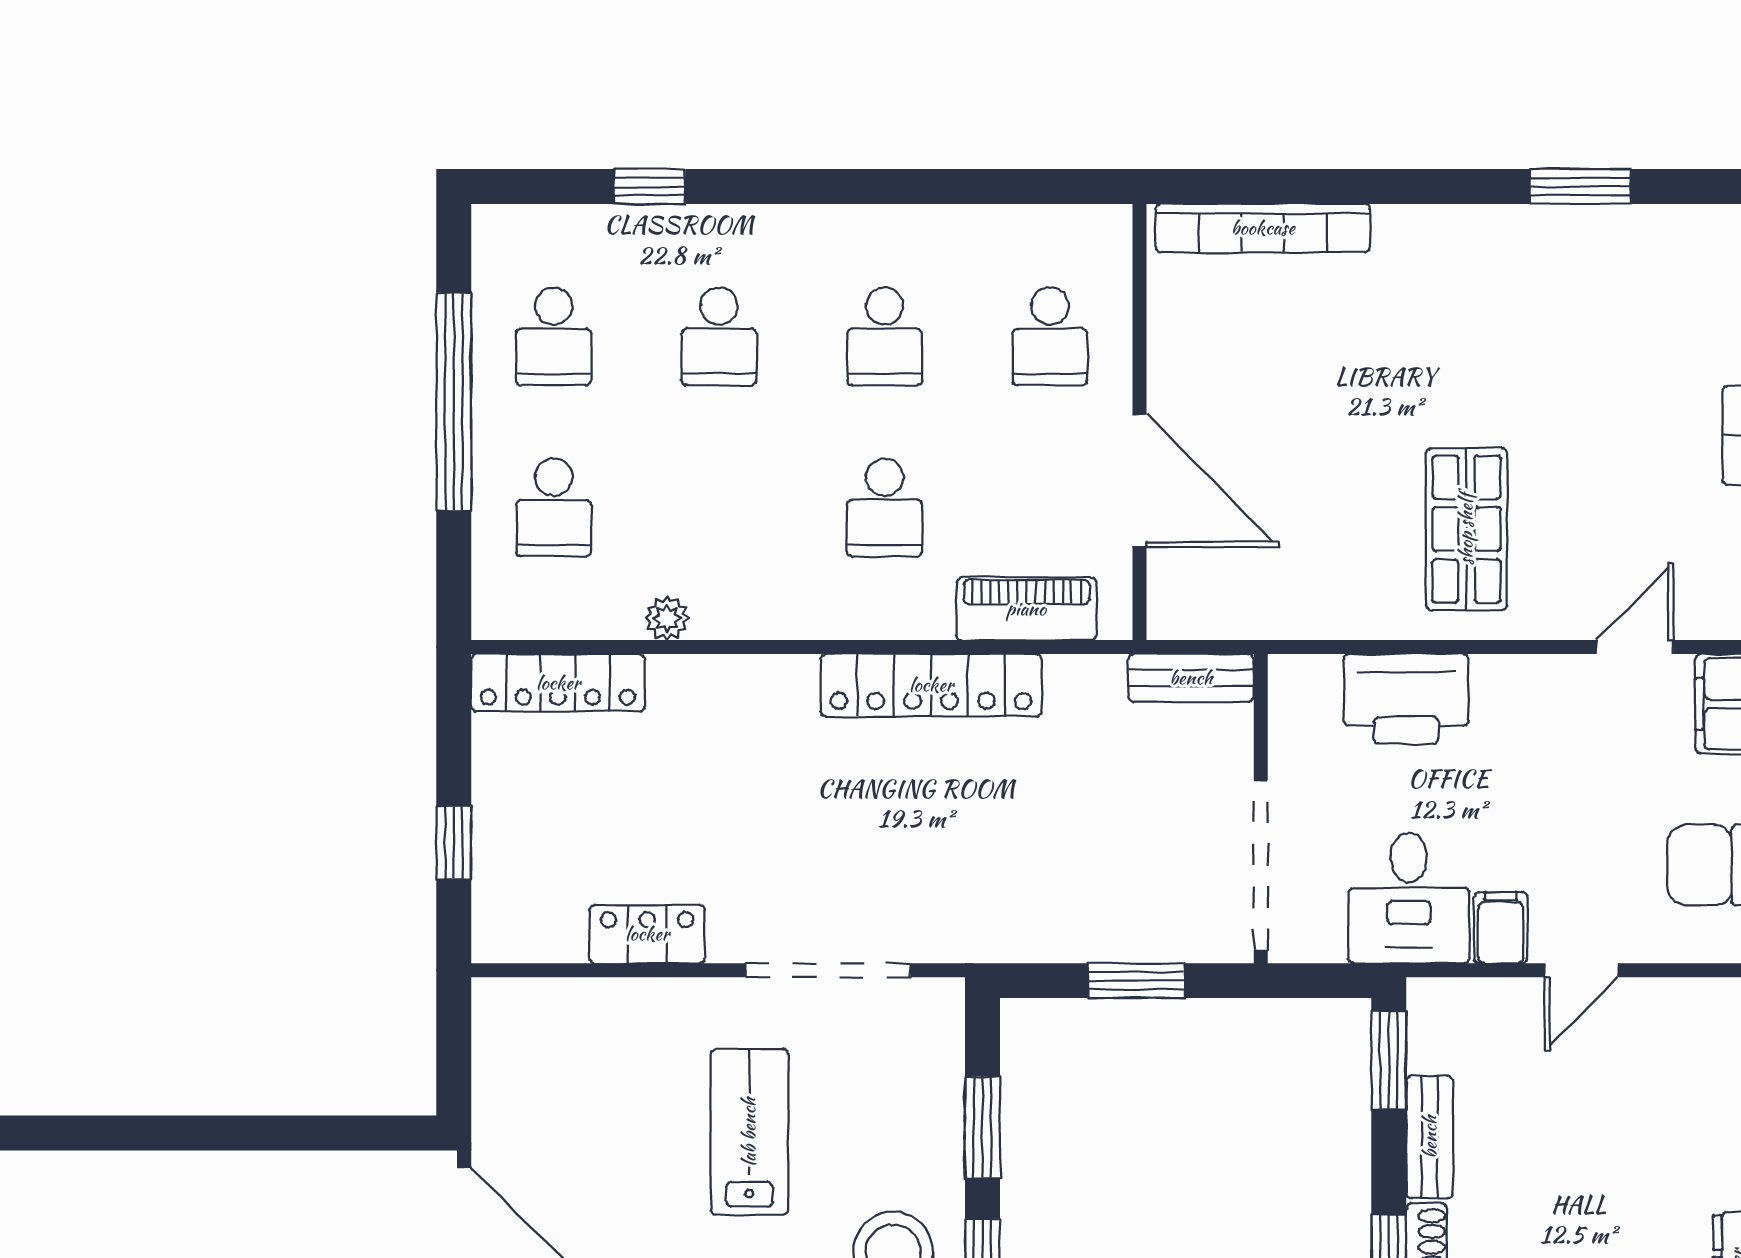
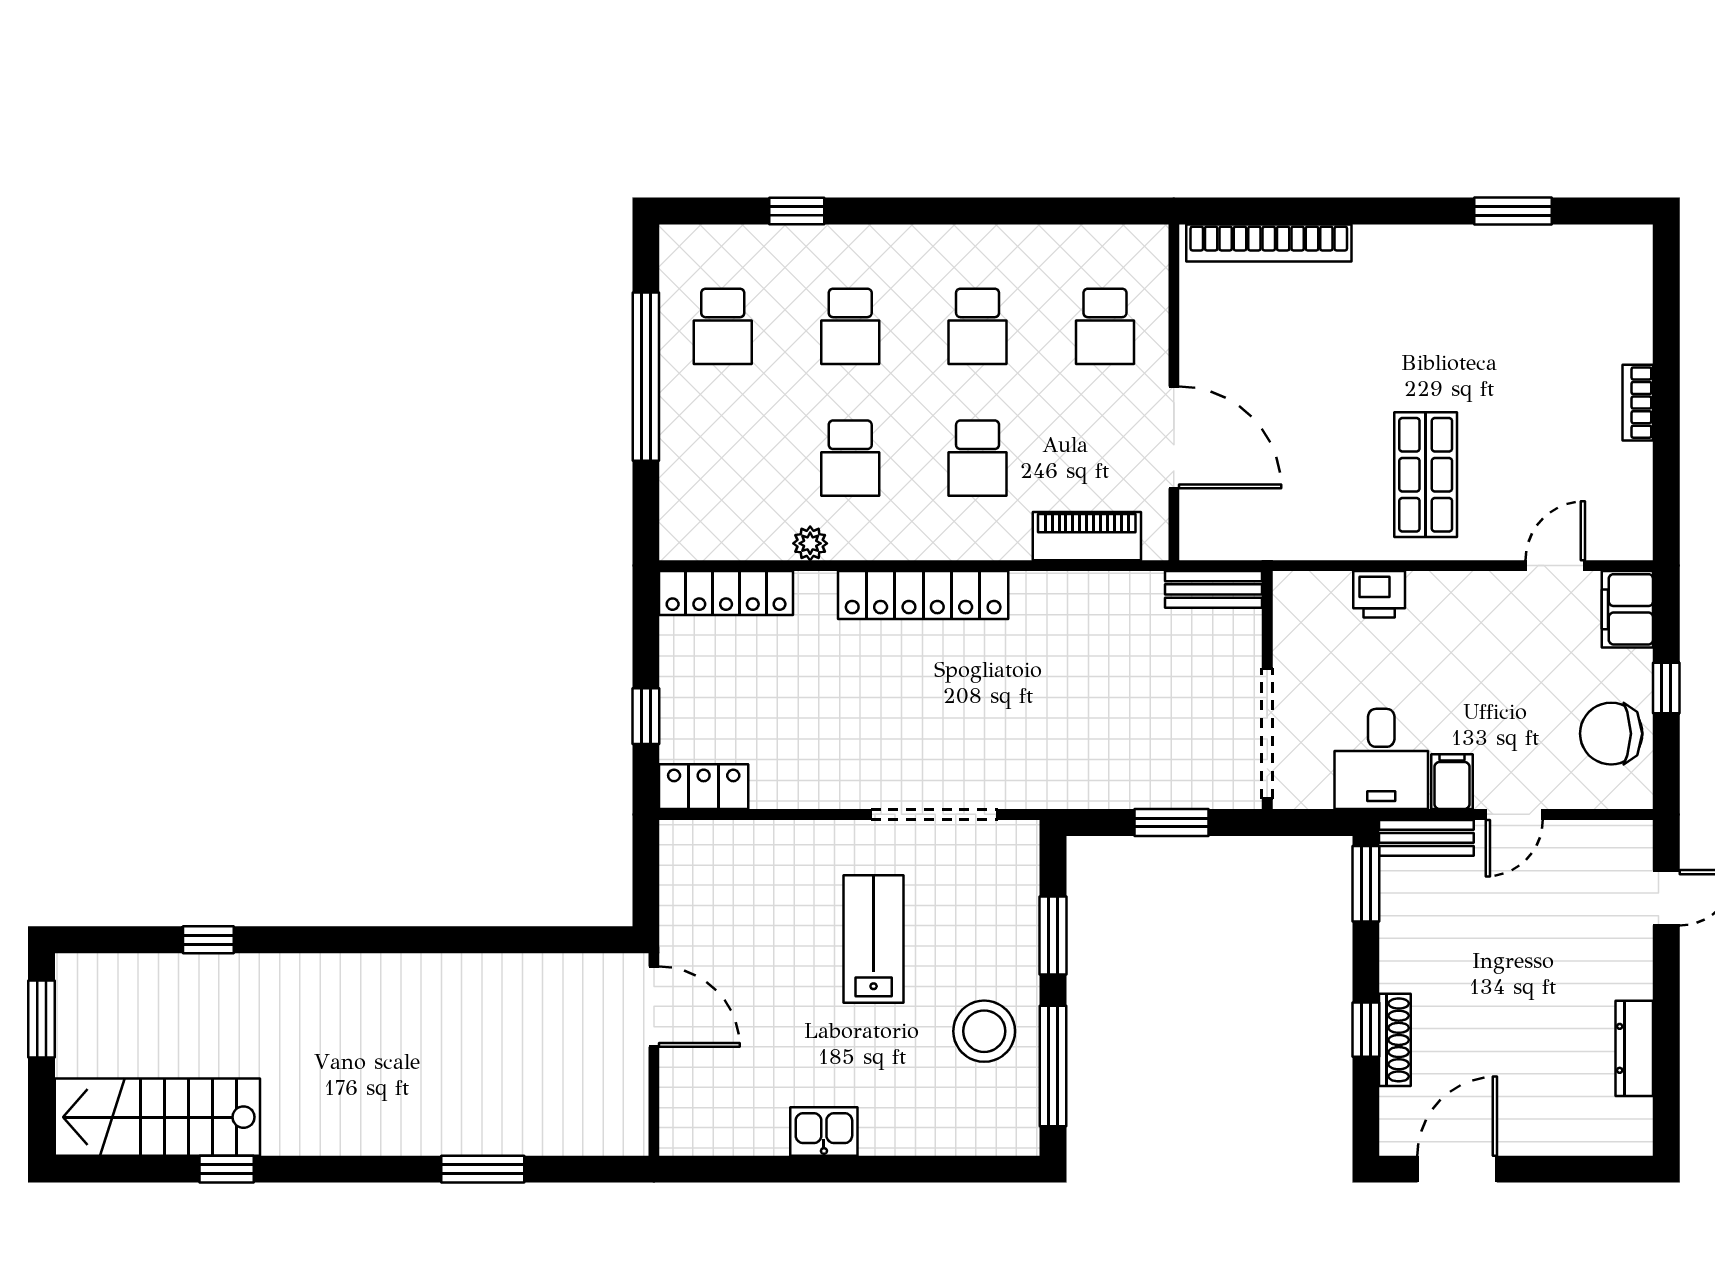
school desk: (554, 508) -> (850, 458), moved
locker: (931, 685) -> (923, 595), moved
printer: (1406, 699) -> (1379, 594), width x0.53, depth x0.68
locker: (647, 934) -> (704, 787), moved
bench: (1430, 1137) -> (1426, 838), moved, turned 90

